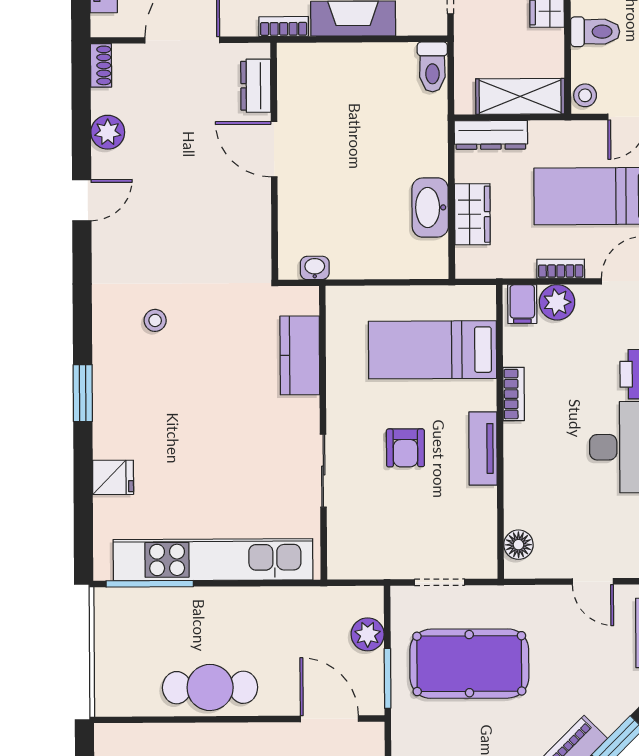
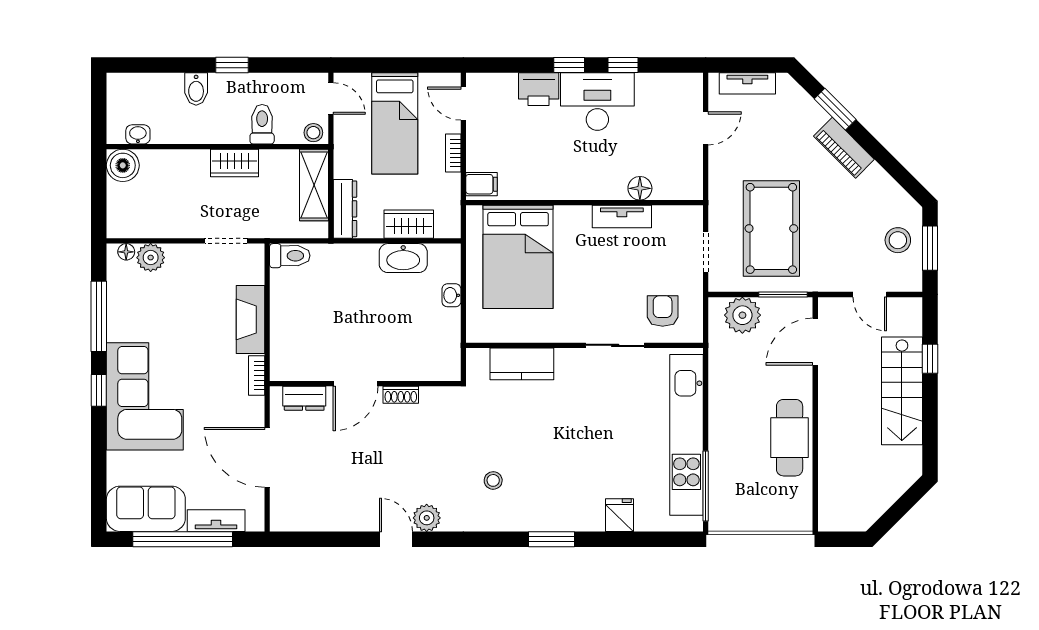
shoe rack: (101, 65) -> (401, 395), moved, turned 180
plant: (108, 132) -> (427, 518), moved
washbasin: (315, 268) -> (451, 295), moved
plant: (557, 302) -> (480, 156), removed
bed: (432, 350) -> (518, 257), width x1.50
bookcase: (514, 394) -> (554, 192), removed
armchair: (405, 448) -> (663, 311), moved, turned -90
tv unit: (483, 449) -> (622, 217), moved
floor lamp: (518, 545) -> (640, 188), moved
plant: (368, 634) -> (742, 315), width x1.36, depth x1.36

